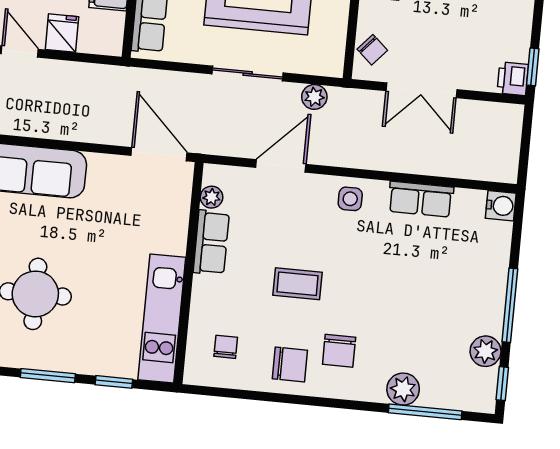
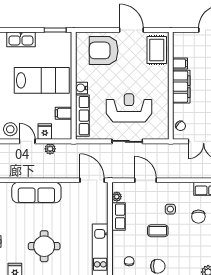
plant: (314, 97) -> (50, 149), moved
door: (281, 166) -> (146, 180), hinge flipped
side table: (350, 199) -> (170, 209), moved
chair: (339, 351) -> (198, 217), moved

